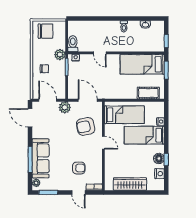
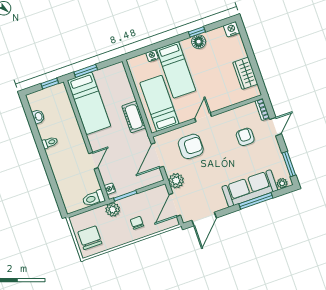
cot: (148, 93) -> (134, 117), moved
armchair: (86, 126) -> (191, 146), turned -79
nightstand: (159, 174) -> (232, 29), moved
wardrobe: (130, 184) -> (245, 73), width x0.67

